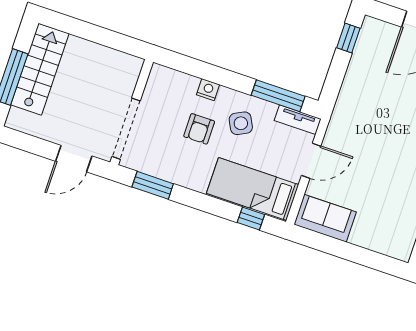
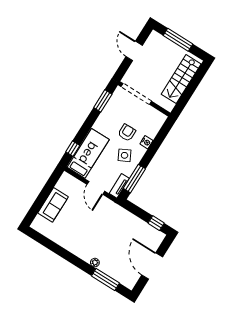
stairs: (40, 69) -> (181, 79), moved, turned 90
armchair: (199, 129) -> (127, 133), turned 90
door: (74, 159) -> (134, 51), moved
sofa: (325, 218) -> (53, 205), moved

